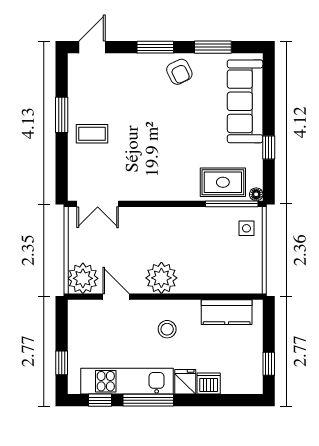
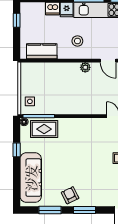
plant: (161, 278) -> (85, 67), width x0.53, depth x0.53

